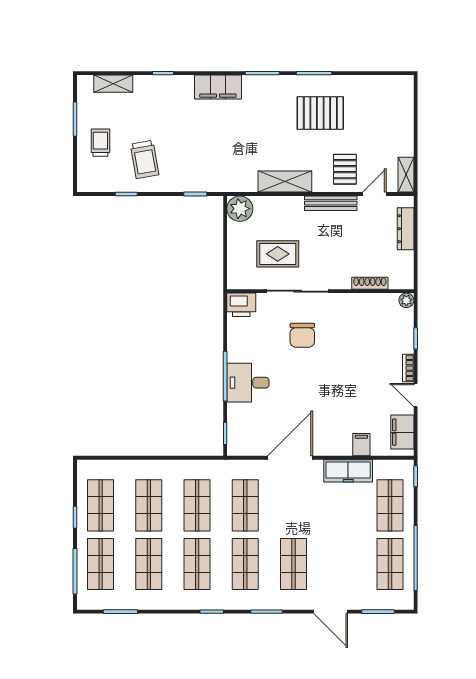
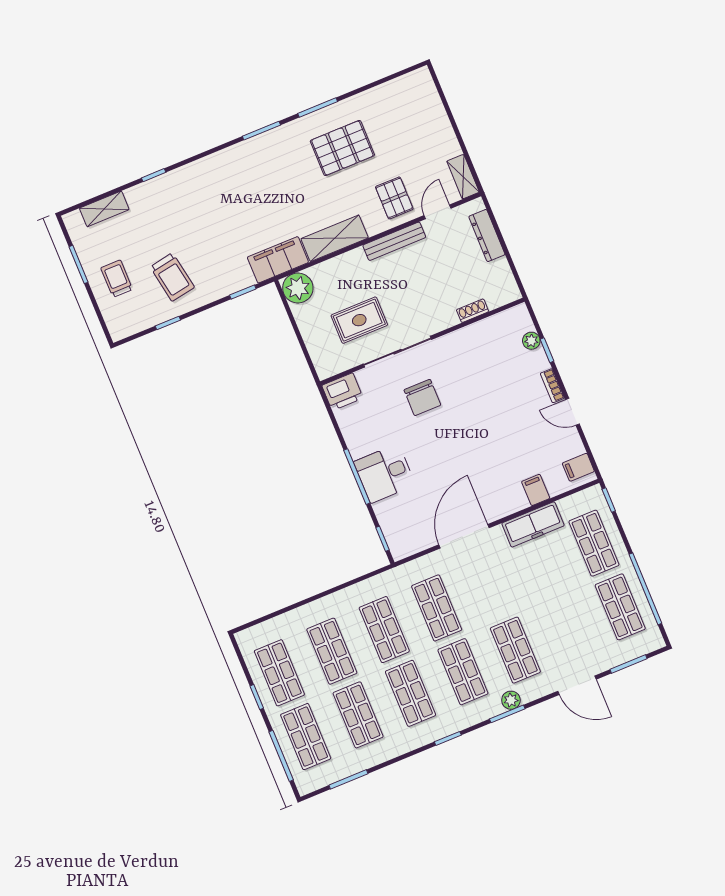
filing cabinet: (218, 87) -> (278, 260), moved, turned 180
shoe rack: (370, 283) -> (473, 311), width x0.70
plant: (406, 300) -> (531, 341), moved
filing cabinet: (402, 432) -> (578, 467), width x0.50
plant: (274, 602) -> (511, 700), added

